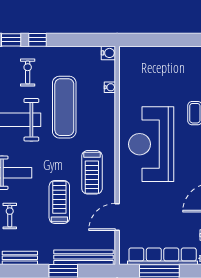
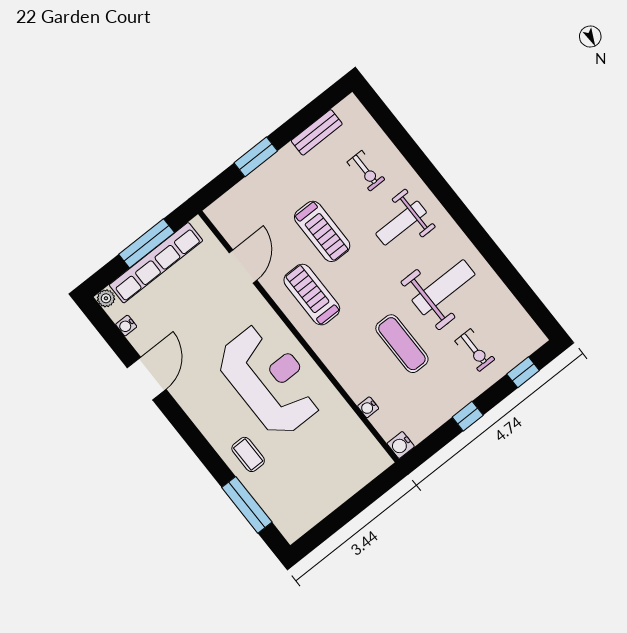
window: (38, 40) -> (468, 416), moved
exercise mat: (64, 107) -> (402, 344), width x0.73, depth x0.69
bench: (83, 257) -> (245, 190), removed

